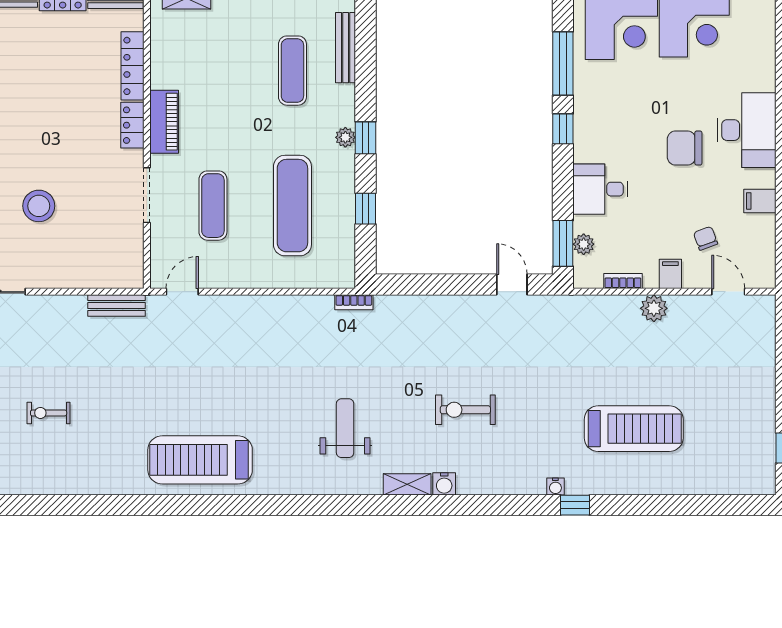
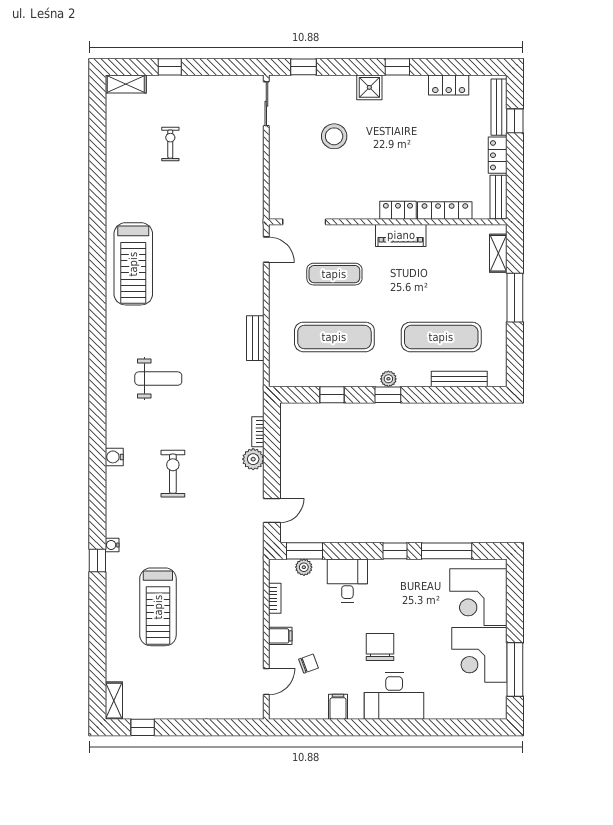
exercise mat: (292, 71) -> (441, 337), width x1.36, depth x1.45
doorway: (147, 195) -> (304, 222), moved
bookcase: (354, 302) -> (258, 432), moved
bench: (117, 306) -> (255, 338), moved
plant: (654, 308) -> (253, 459), moved
treadmill: (200, 460) -> (133, 264), turned 180
shelving: (407, 484) -> (114, 701), moved

